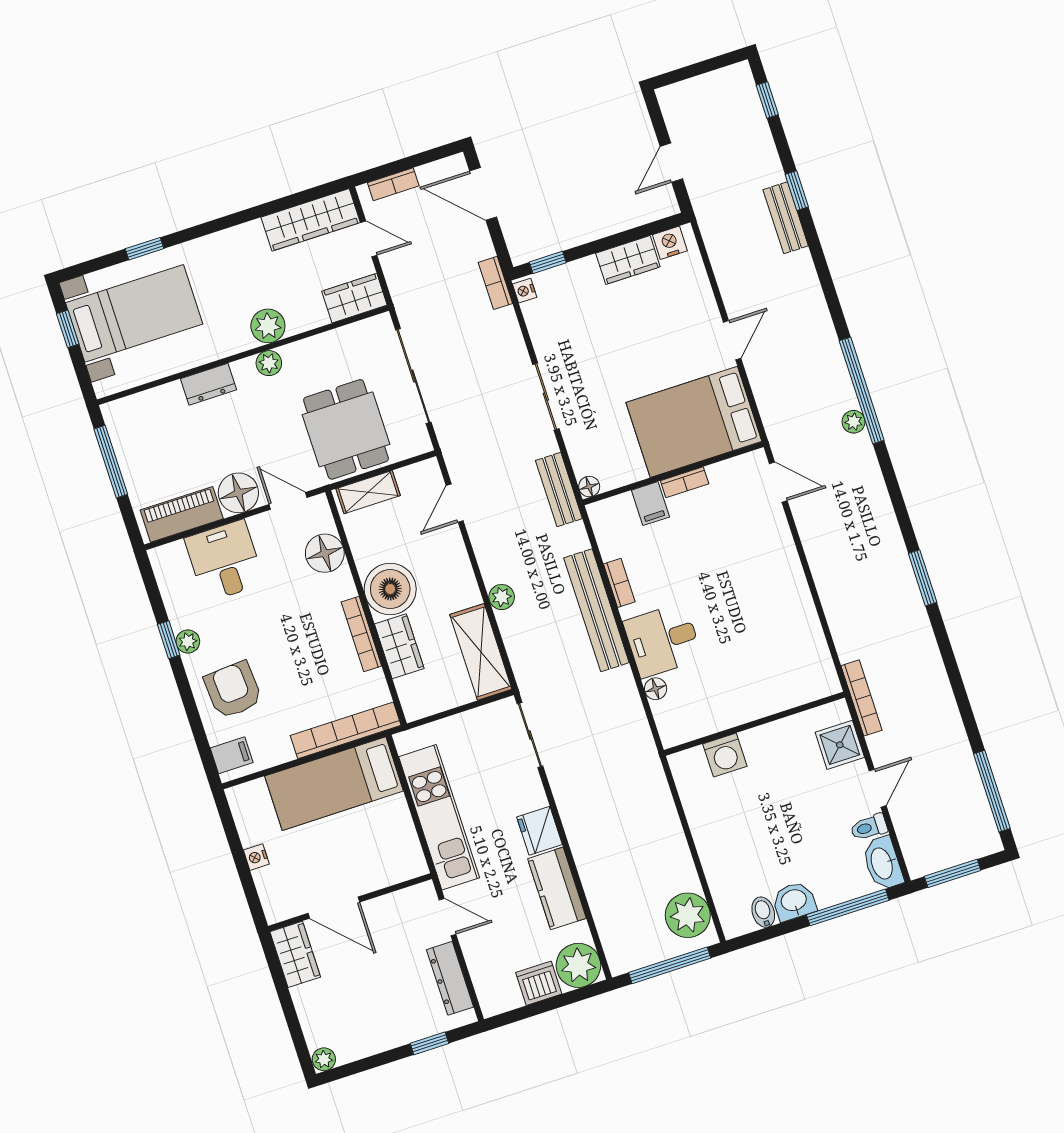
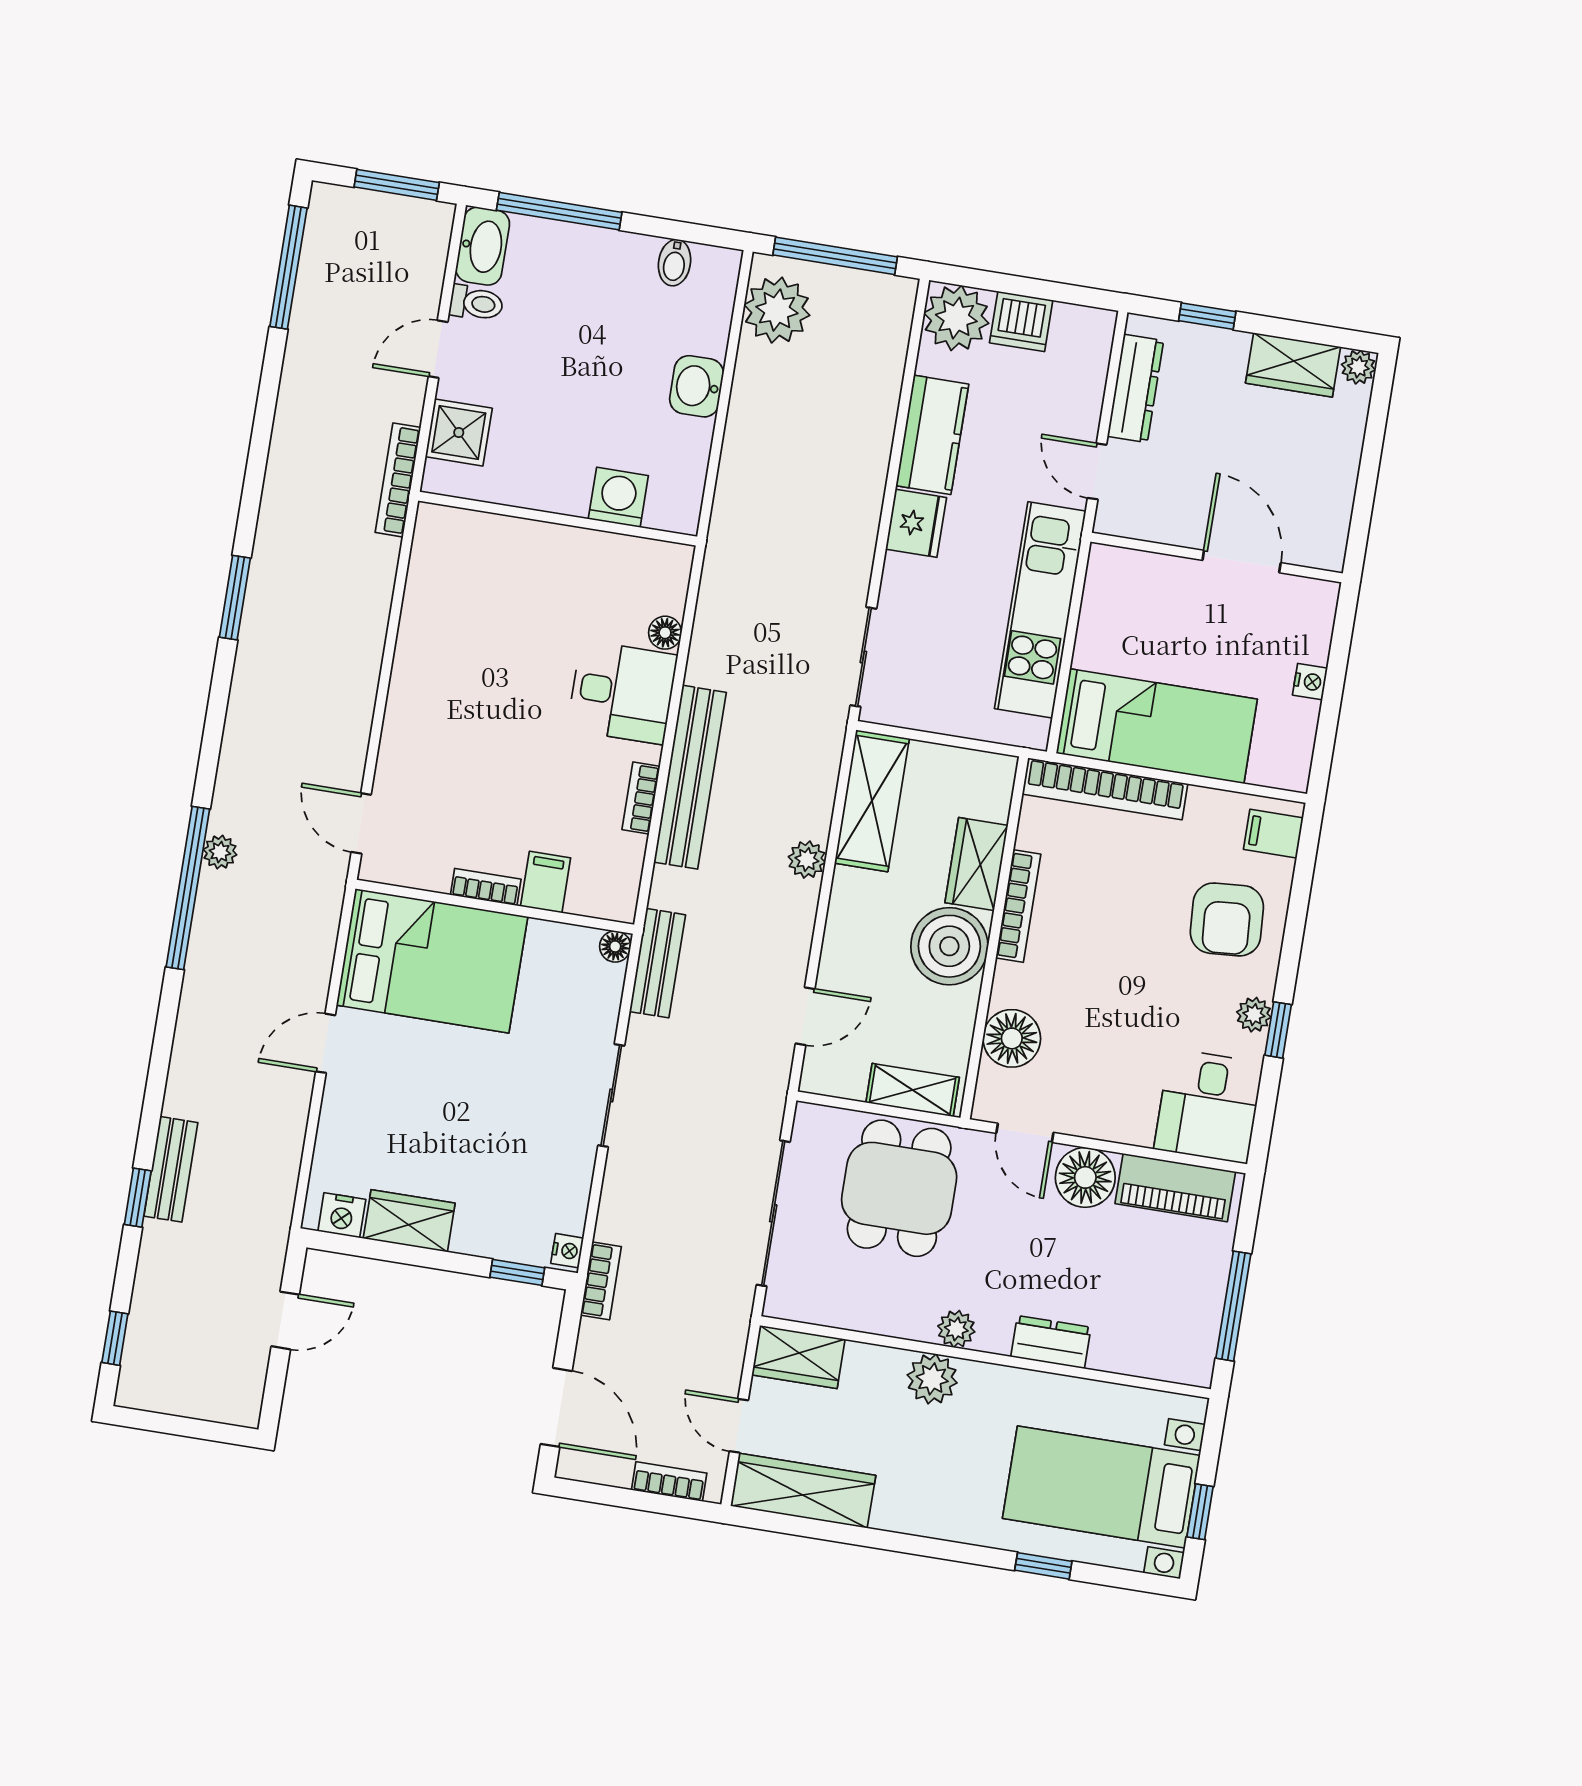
desk: (225, 561) -> (1209, 1106), moved
washbasin: (794, 901) -> (697, 386), moved, turned 90
wardrobe: (295, 954) -> (1293, 365), moved, turned -90

